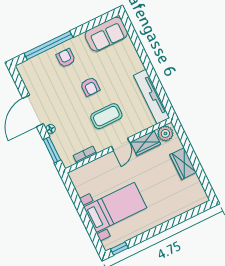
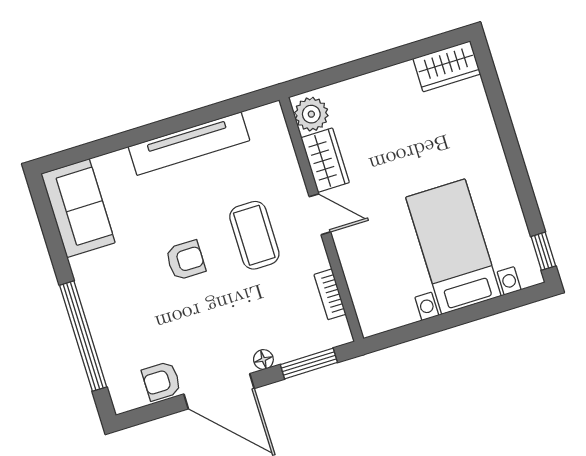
armchair: (66, 58) -> (162, 381), moved
tv unit: (152, 97) -> (189, 144), moved
wardrobe: (183, 164) -> (447, 66), moved

